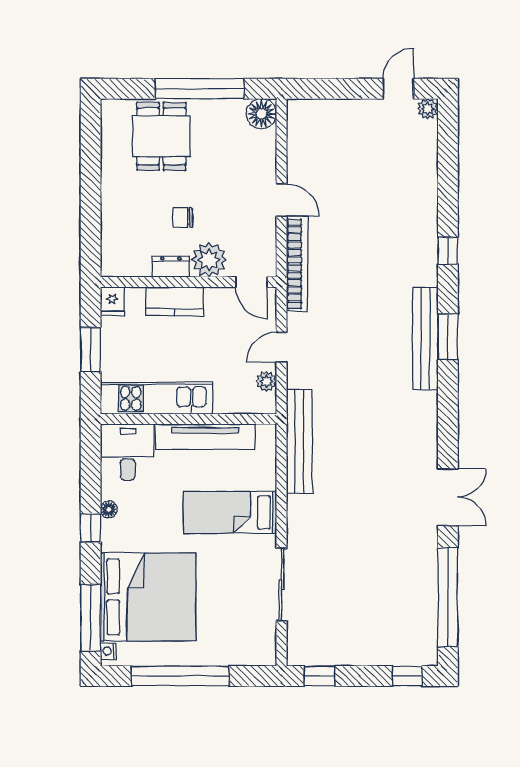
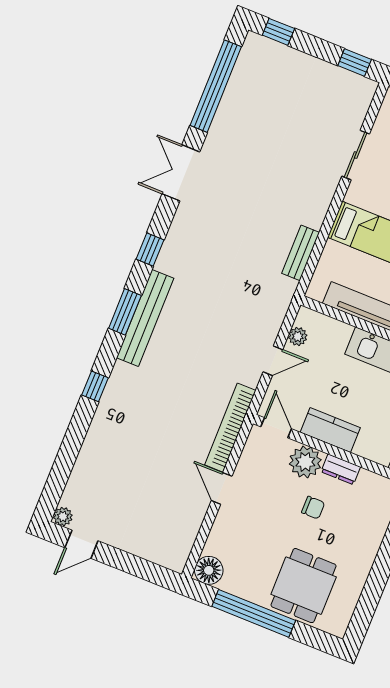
kitchen counter: (174, 301) -> (330, 430), moved
window: (448, 409) -> (150, 249), added
bench: (299, 441) -> (301, 253), width x0.54, depth x0.82
sliding door: (281, 584) -> (356, 155), width x0.73

